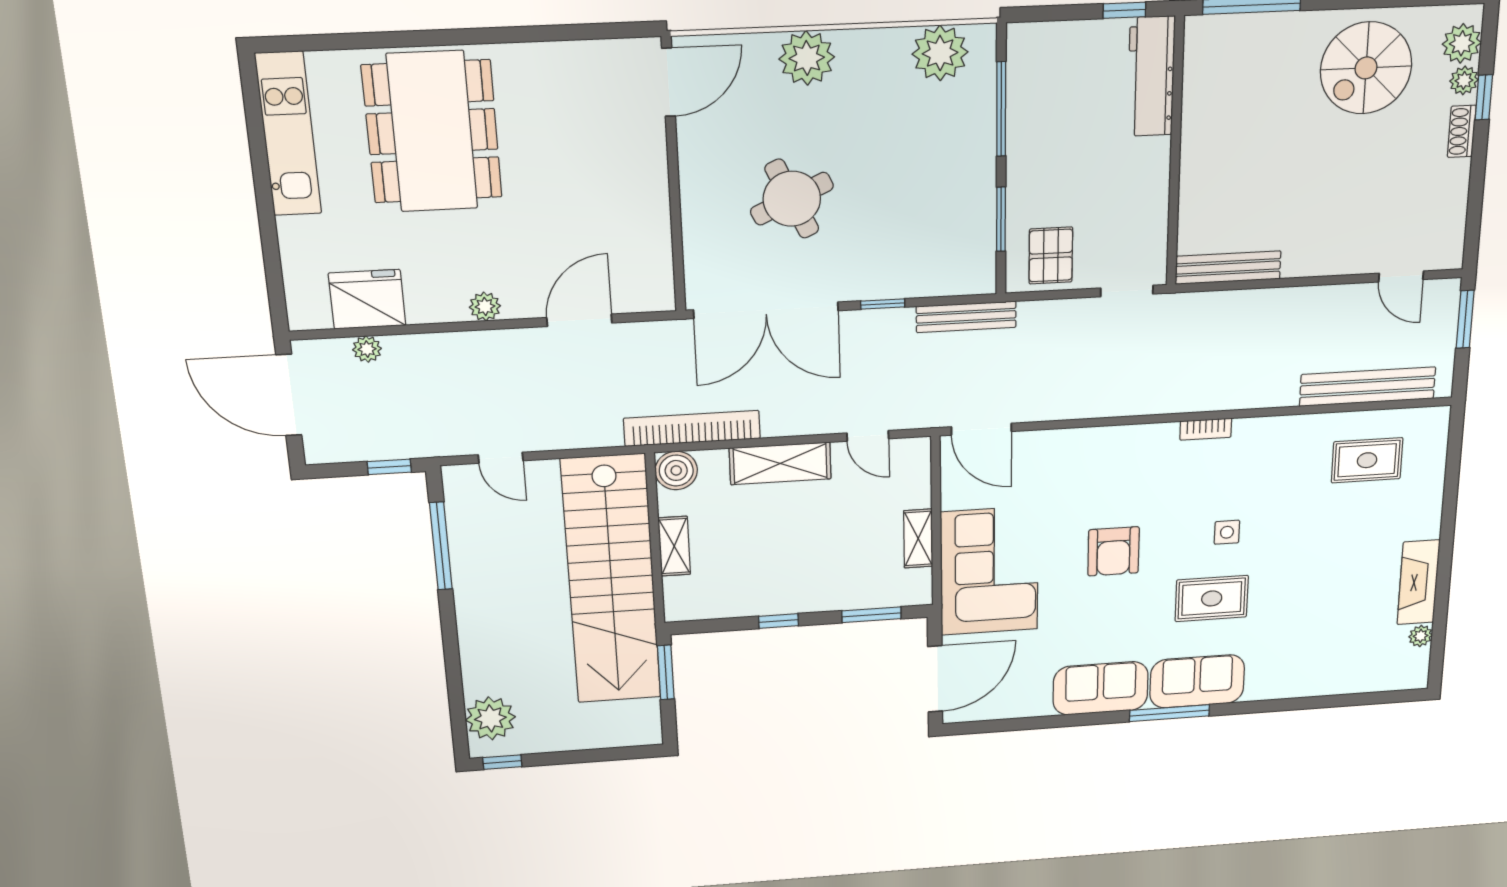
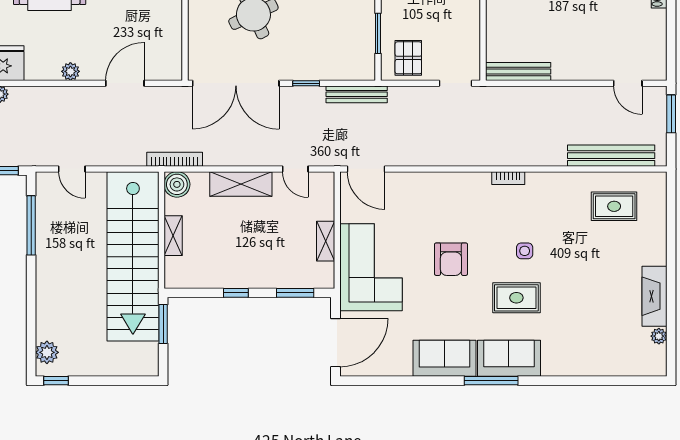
bookcase: (692, 428) -> (175, 159), width x0.68, depth x0.76
plant: (490, 718) -> (47, 352), width x0.73, depth x0.73

